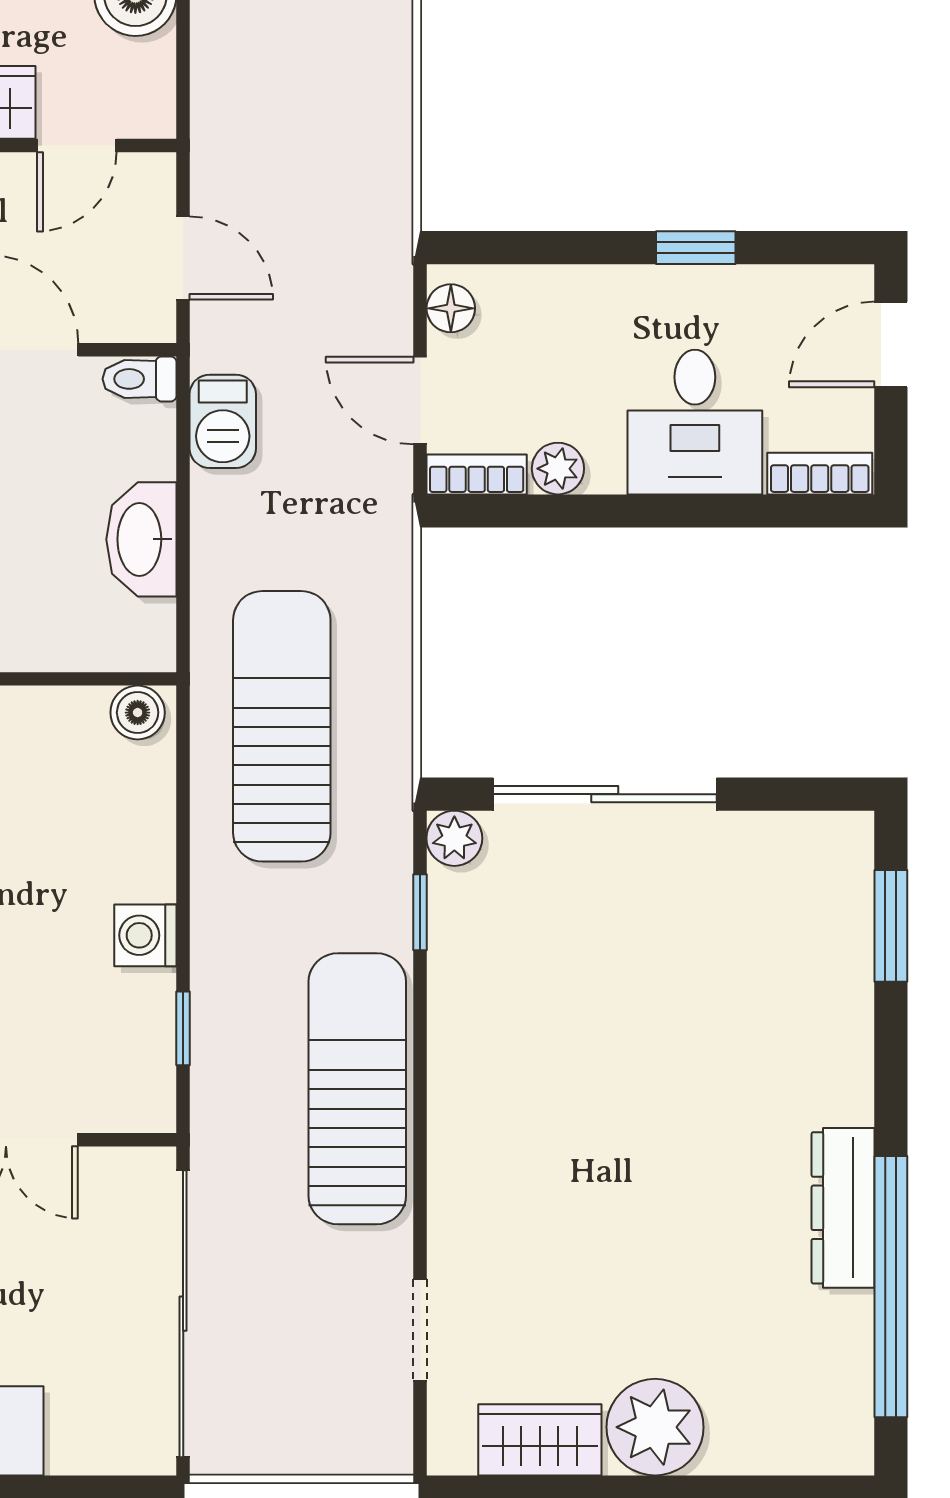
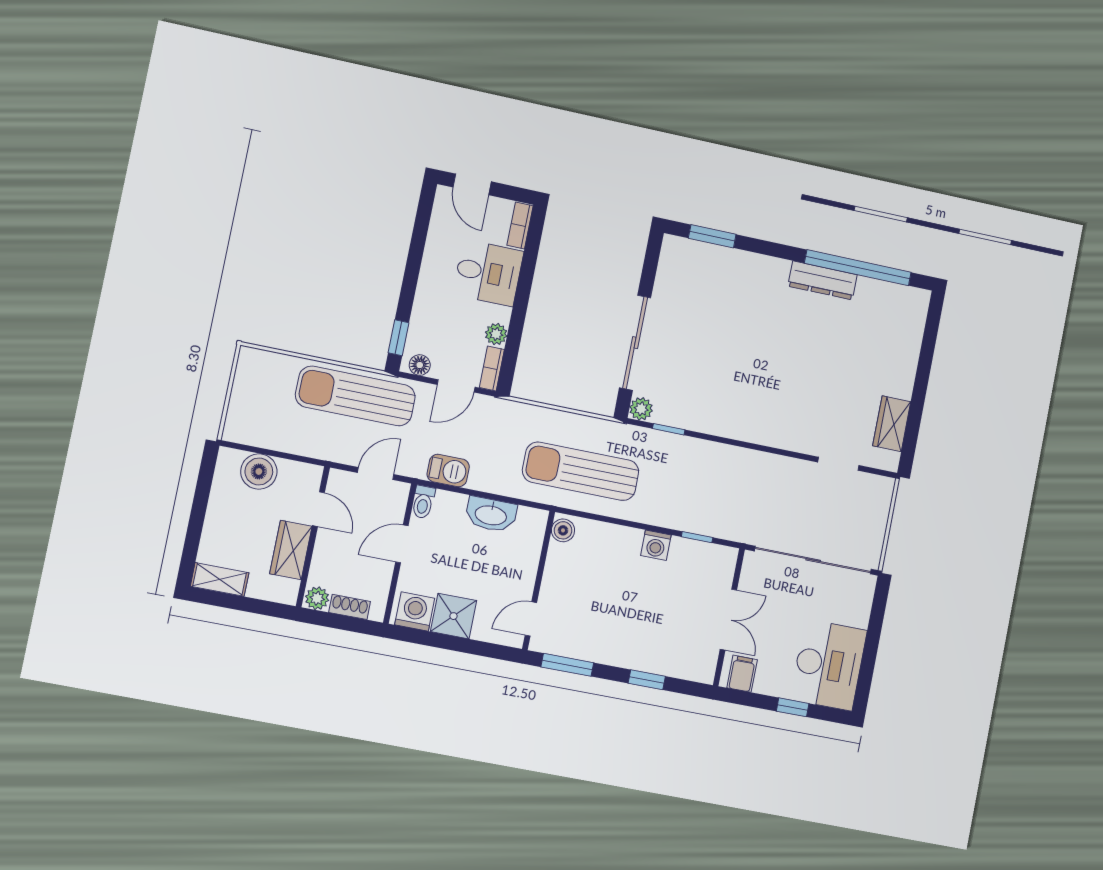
window: (696, 248) -> (399, 338), moved
sun lounger: (357, 1089) -> (355, 396), moved
plant: (655, 1427) -> (896, 376), removed

